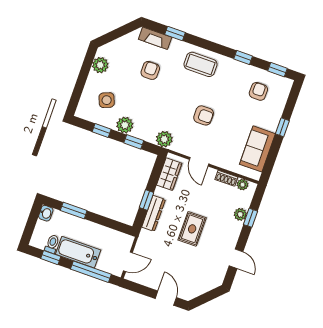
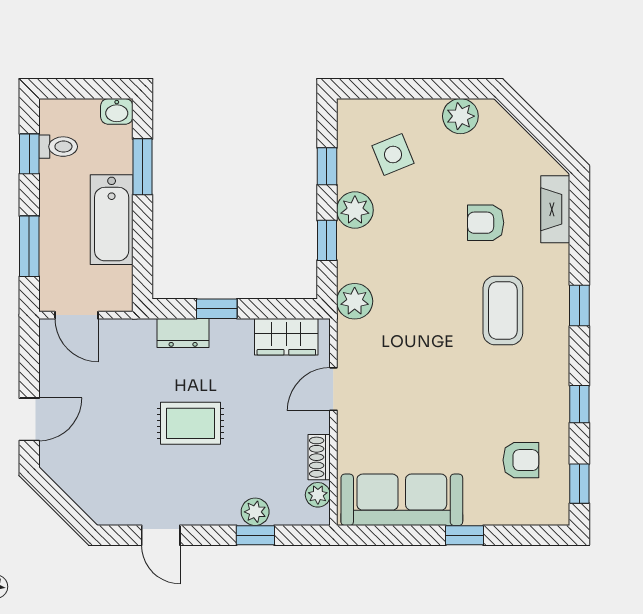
window: (175, 34) -> (579, 306), moved
coffee table: (201, 64) -> (503, 311), moved
armchair: (150, 70) -> (486, 223), turned 180
armchair: (204, 115) -> (432, 365), removed
sofa: (257, 149) -> (402, 500), width x1.36
dresser: (154, 213) -> (183, 333), width x0.70
bathtub: (78, 252) -> (112, 220), moved, turned 180
door: (236, 259) -> (161, 535), hinge flipped
window: (91, 272) -> (29, 246), width x0.69

